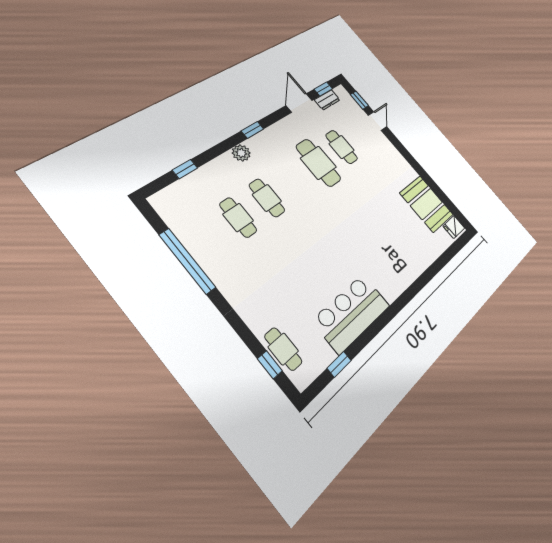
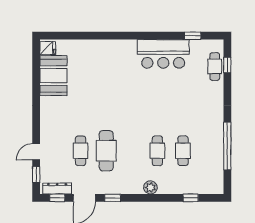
dresser: (327, 100) -> (57, 189), width x1.44
window: (252, 130) -> (113, 198), moved

